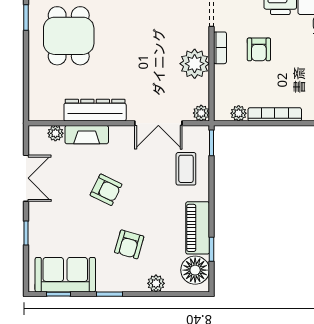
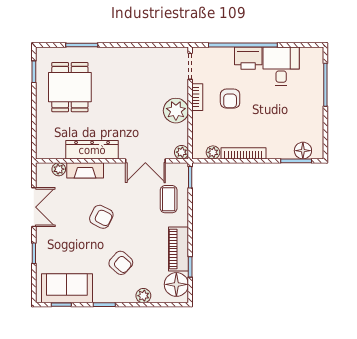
armchair: (129, 244) -> (121, 263), turned -64

